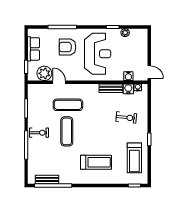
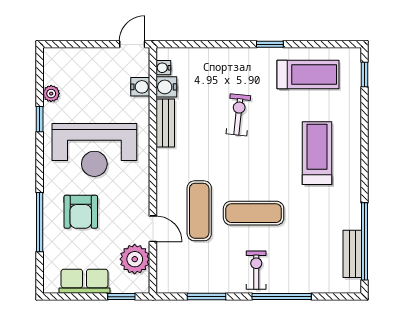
reception desk: (98, 54) -> (94, 150), turned 180
door: (59, 82) -> (153, 229), swing flipped
exercise bike: (126, 117) -> (238, 115), moved

